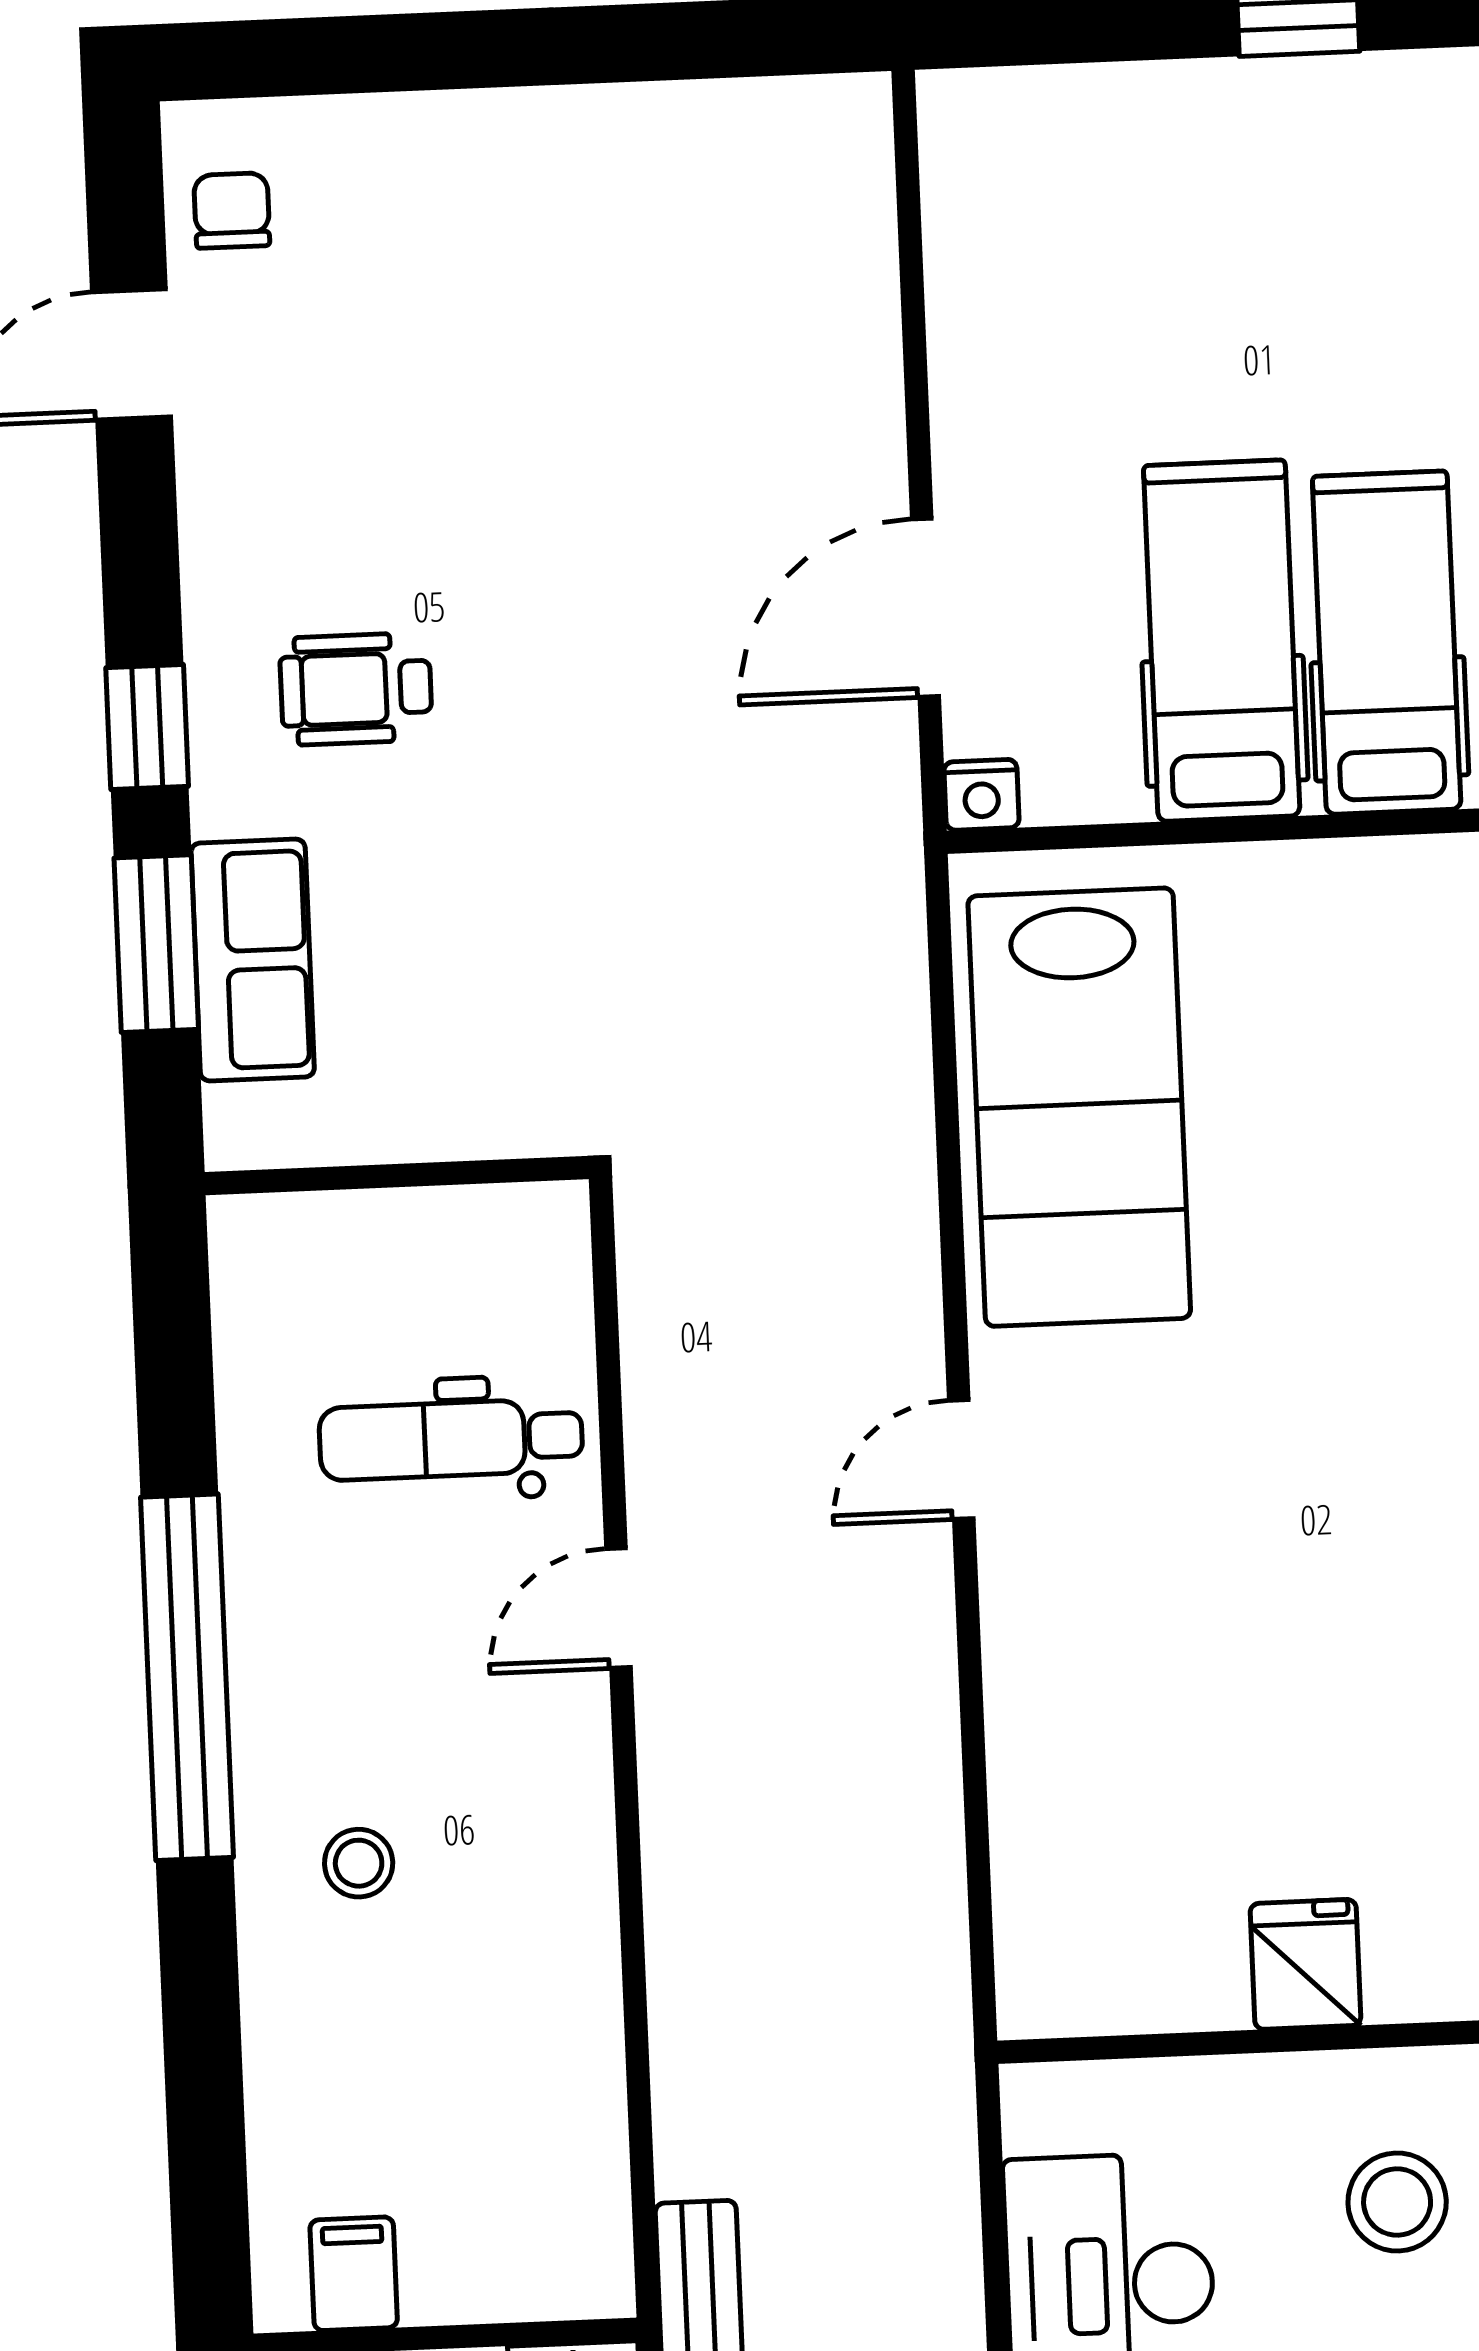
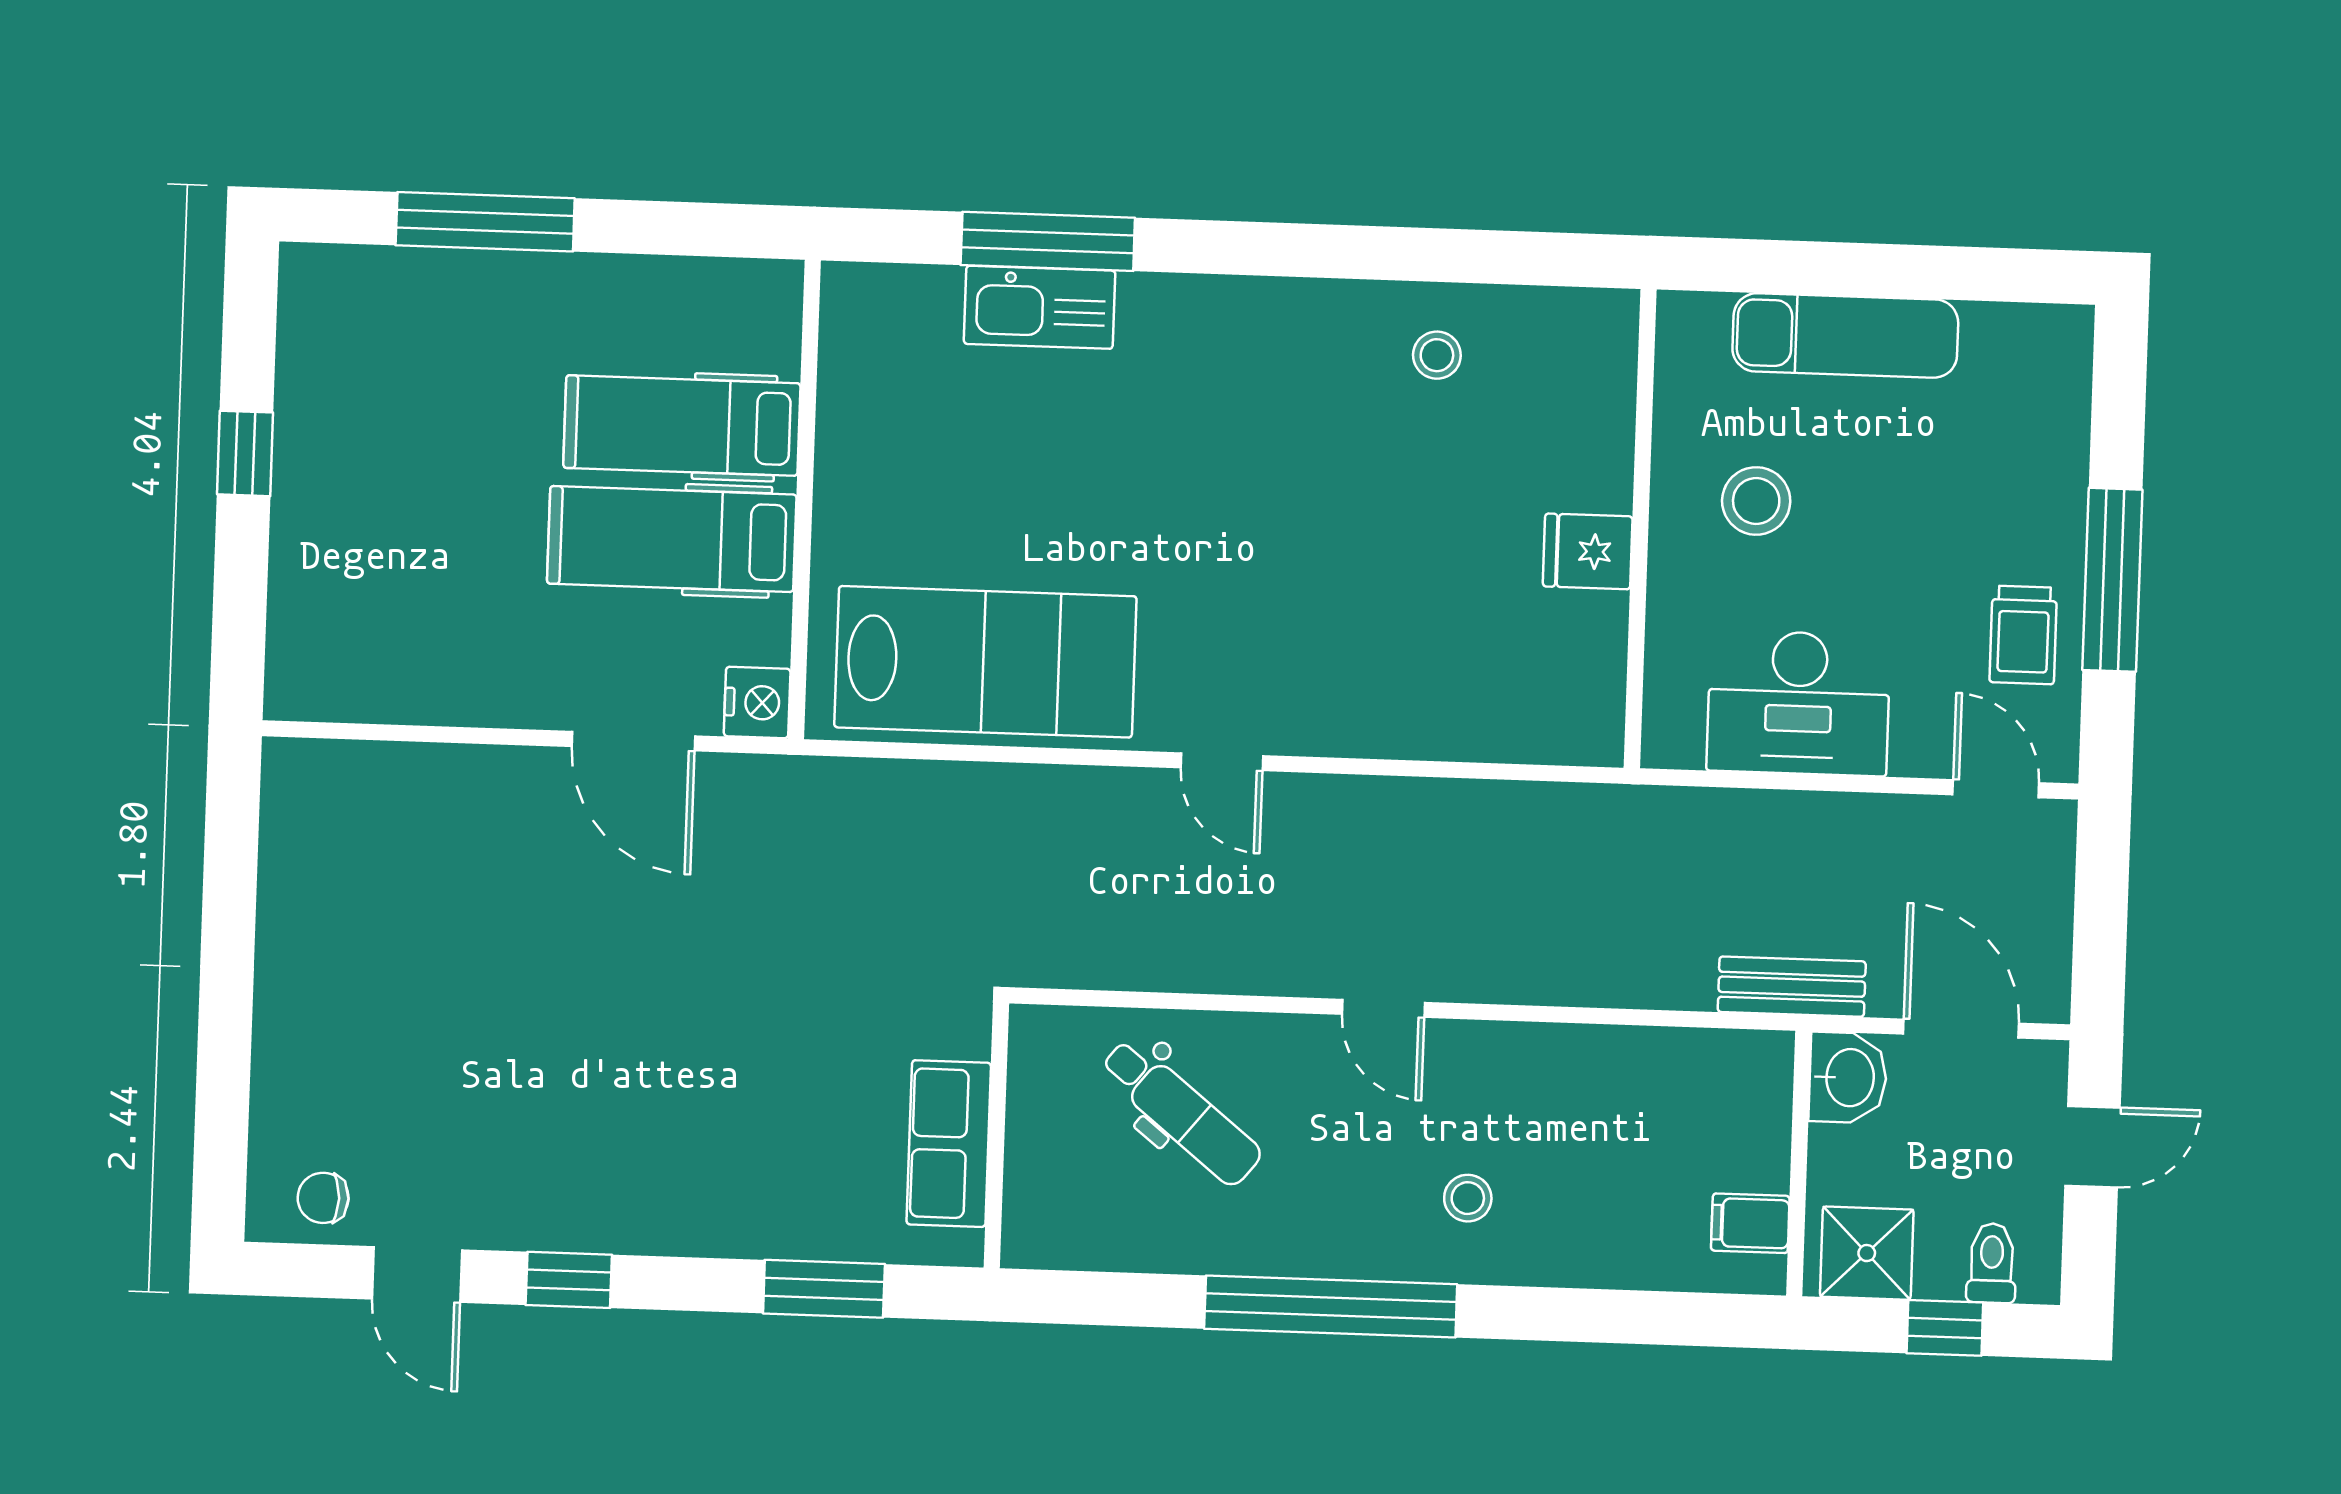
wheelchair: (356, 689) -> (659, 1138), removed
window: (147, 727) -> (569, 1280), moved
nightstand: (981, 795) -> (757, 703), width x1.39, depth x1.35
row of seats: (253, 960) -> (949, 1144), moved, turned -90
dental chair: (451, 1439) -> (1181, 1112), turned -51
door: (618, 1608) -> (1383, 1008), moved

